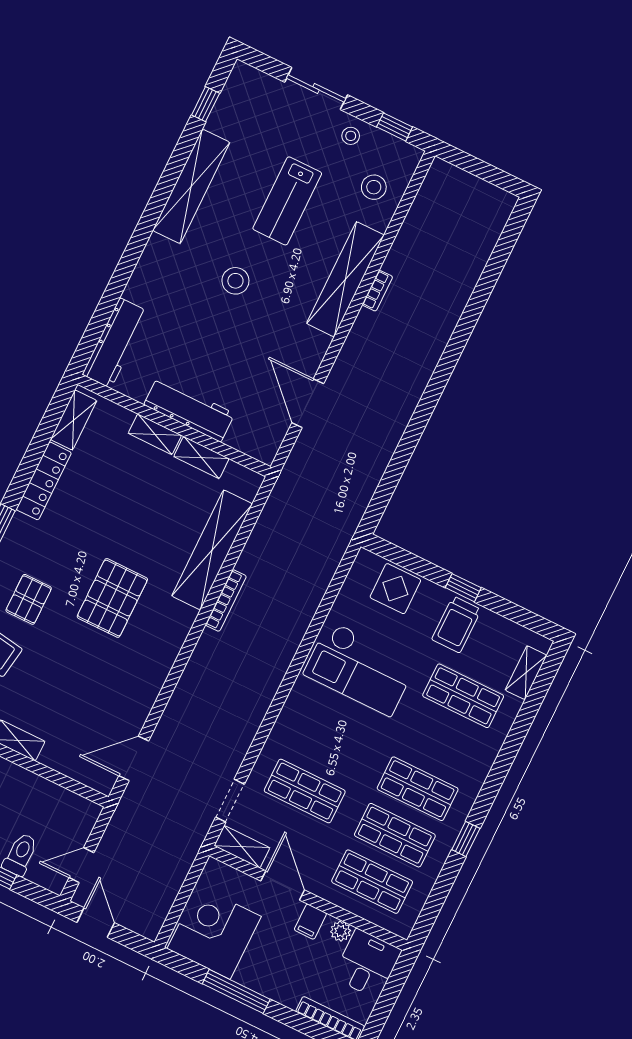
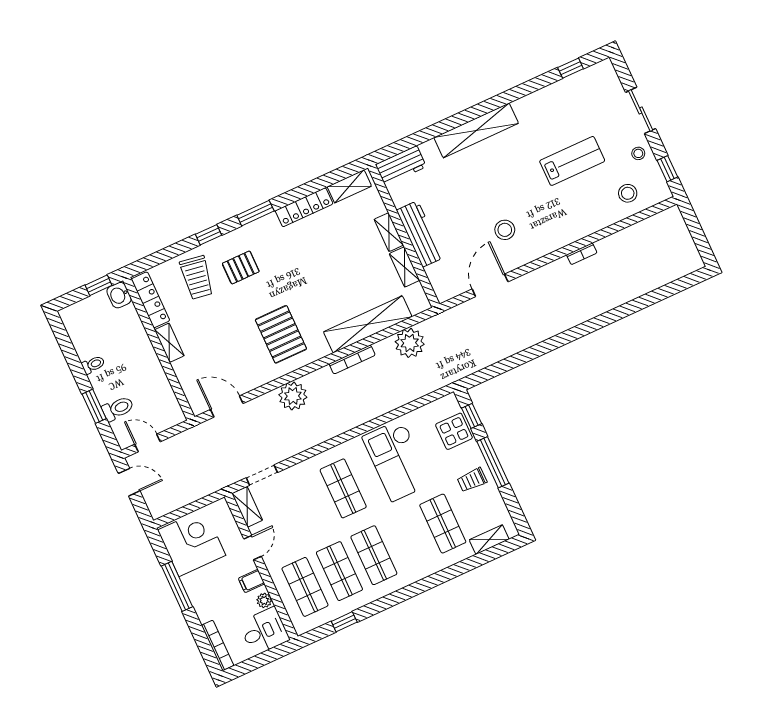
shelving: (191, 186) -> (476, 130), moved
lab bench: (287, 201) -> (572, 161), turned 180
shelving: (345, 279) -> (569, 232), removed
stool: (235, 281) -> (505, 230), moved
workbench: (115, 343) -> (401, 166), width x0.73
plant: (272, 533) -> (410, 343), added
window: (401, 557) -> (472, 416), added
window: (463, 588) -> (493, 462), width x2.17
pallet: (112, 598) -> (281, 334), moved, turned 90
trolley: (456, 625) -> (472, 480), width x0.73, depth x0.72
plant: (195, 690) -> (293, 396), added
shop shelf: (305, 791) -> (343, 488), moved
window: (466, 839) -> (344, 622), moved
door: (283, 885) -> (252, 548), width x0.73
door: (96, 923) -> (129, 482), hinge flipped

